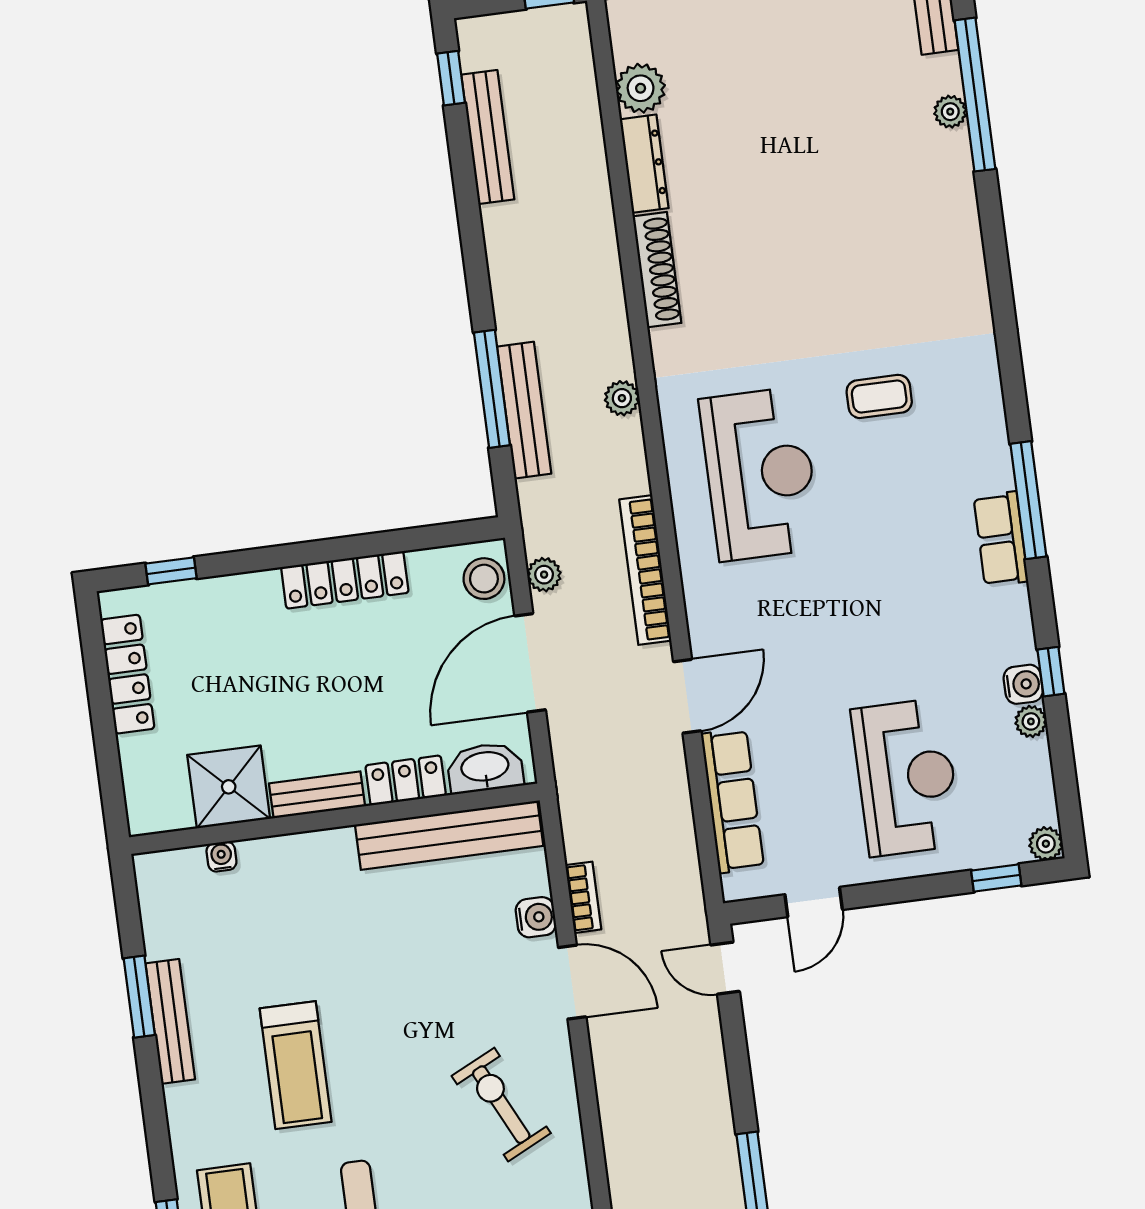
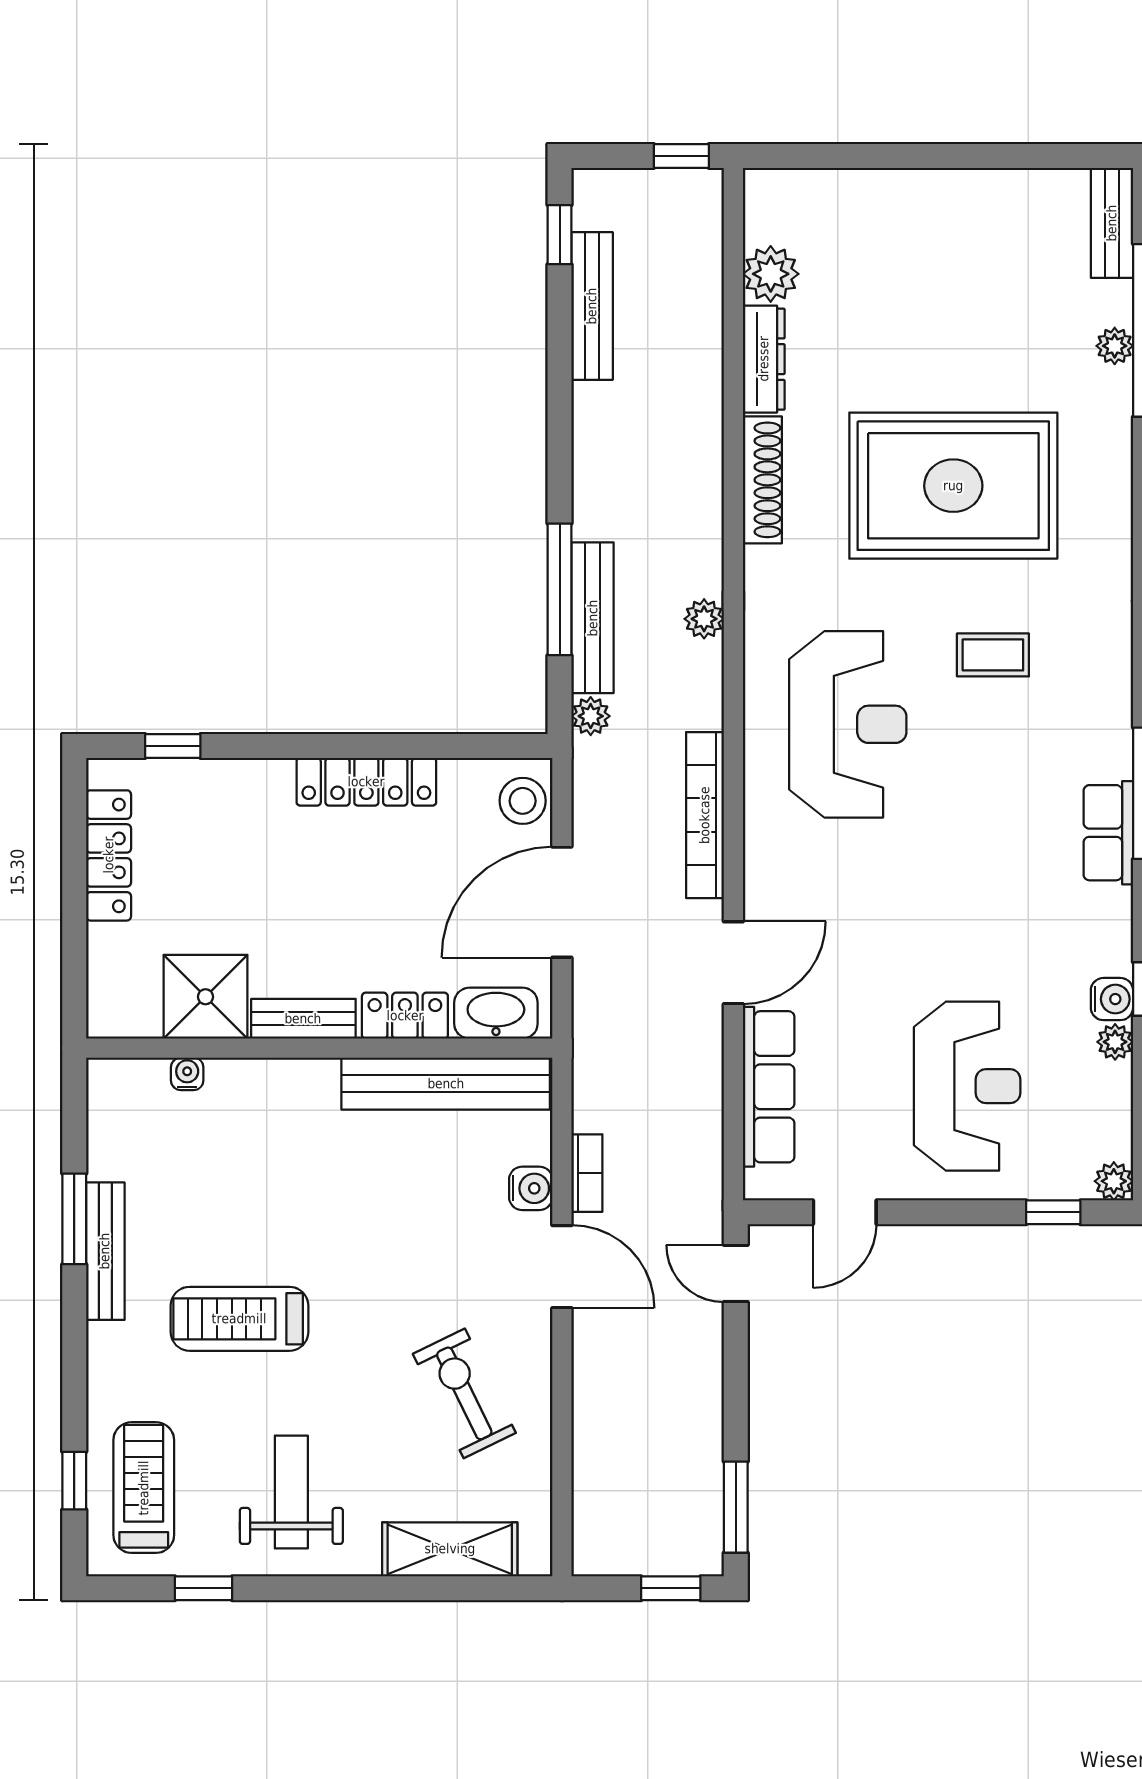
rug: (825, 253) -> (953, 486), added
plant: (544, 575) -> (591, 716), moved
treadmill: (296, 1065) -> (239, 1319), turned 90

